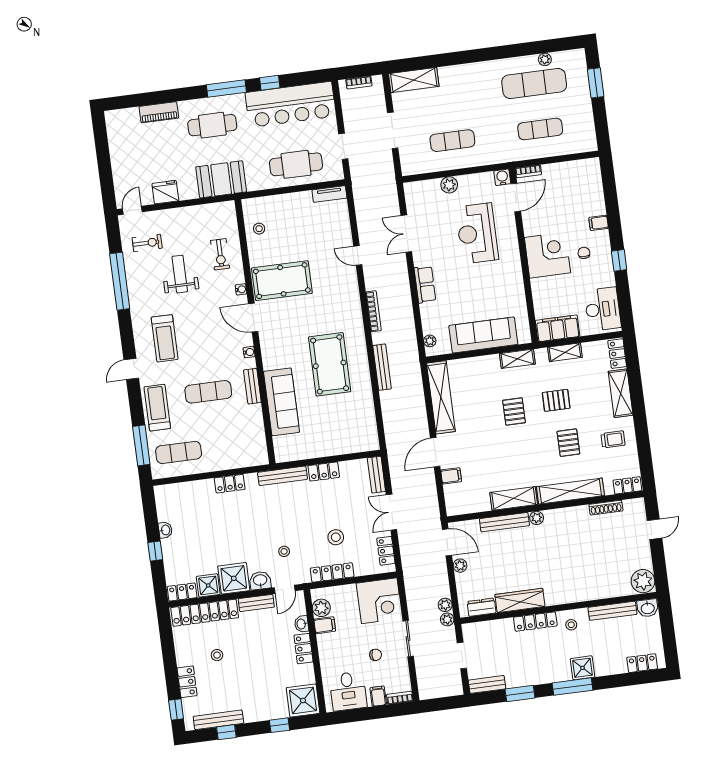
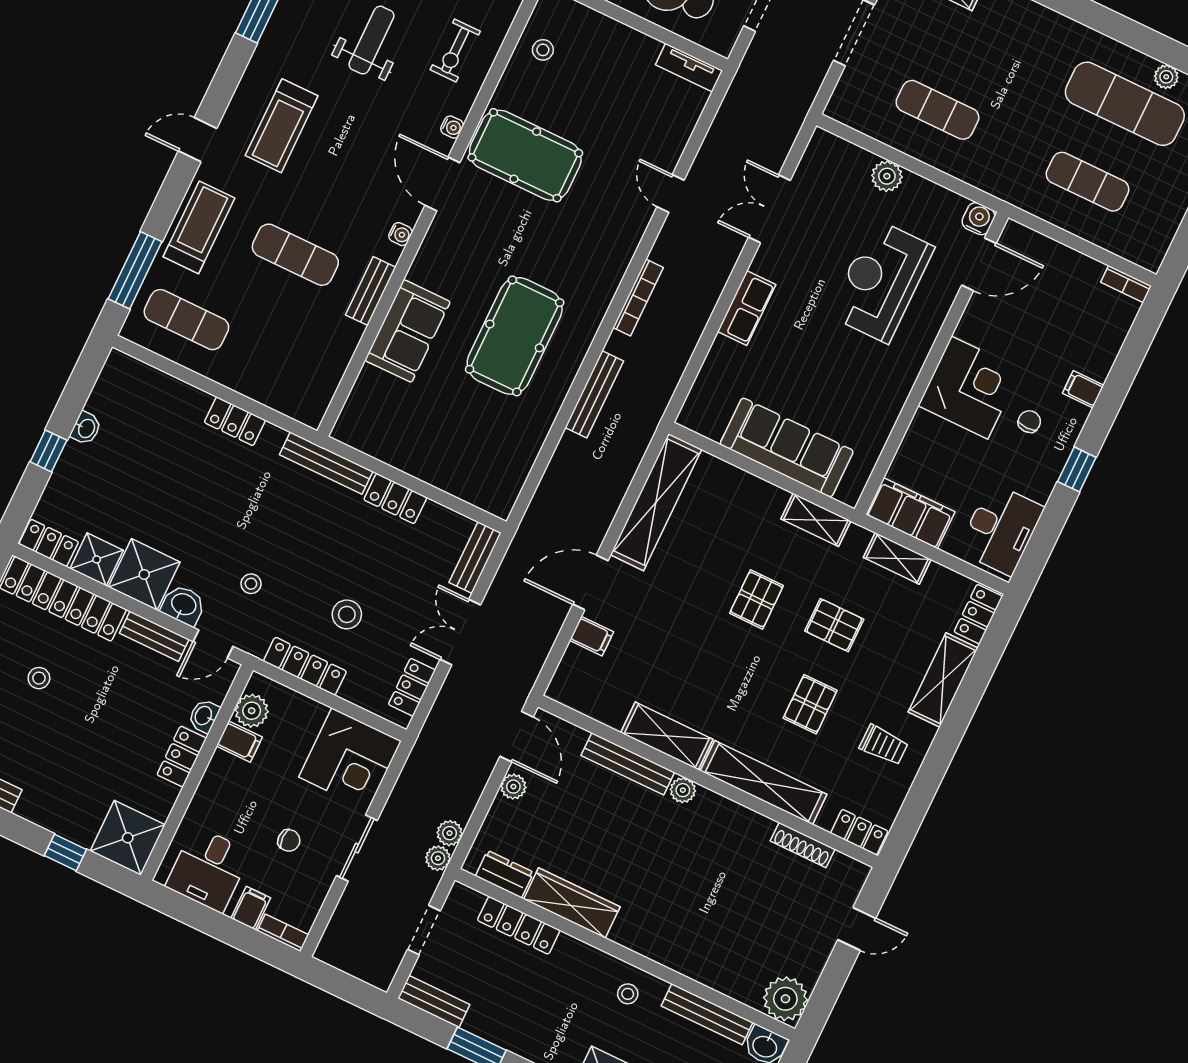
bookcase: (528, 171) -> (1126, 284), moved
plant: (430, 341) -> (696, 402), removed
sofa: (282, 402) -> (407, 331), width x0.73
locker: (535, 622) -> (519, 925), moved

